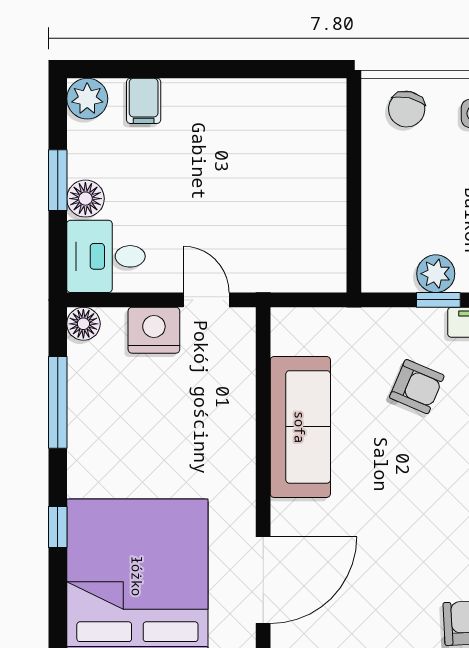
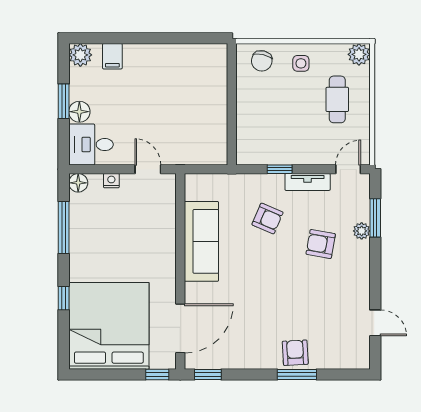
plant: (436, 274) -> (278, 154), removed
nightstand: (154, 330) -> (111, 181), width x0.53, depth x0.56

